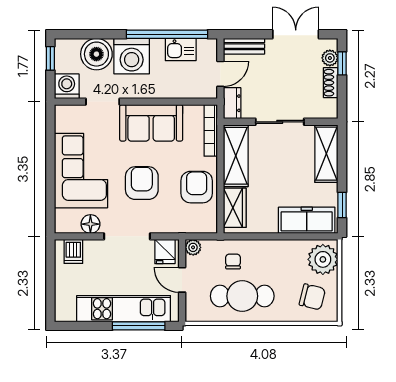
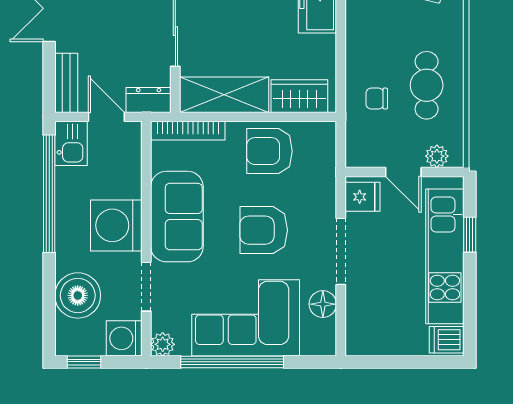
kitchen sink: (181, 49) -> (71, 143), moved
washing machine: (132, 56) -> (116, 225), moved, turned 180
plant: (63, 113) -> (163, 344), added
window: (50, 161) -> (232, 362), added
plant: (193, 247) -> (437, 156), moved
dishwasher: (73, 251) -> (447, 340), moved, turned 180
door: (182, 280) -> (403, 172), hinge flipped
cafe table: (242, 296) -> (427, 85), width x0.73, depth x0.74
window: (139, 326) -> (470, 235), width x0.46

